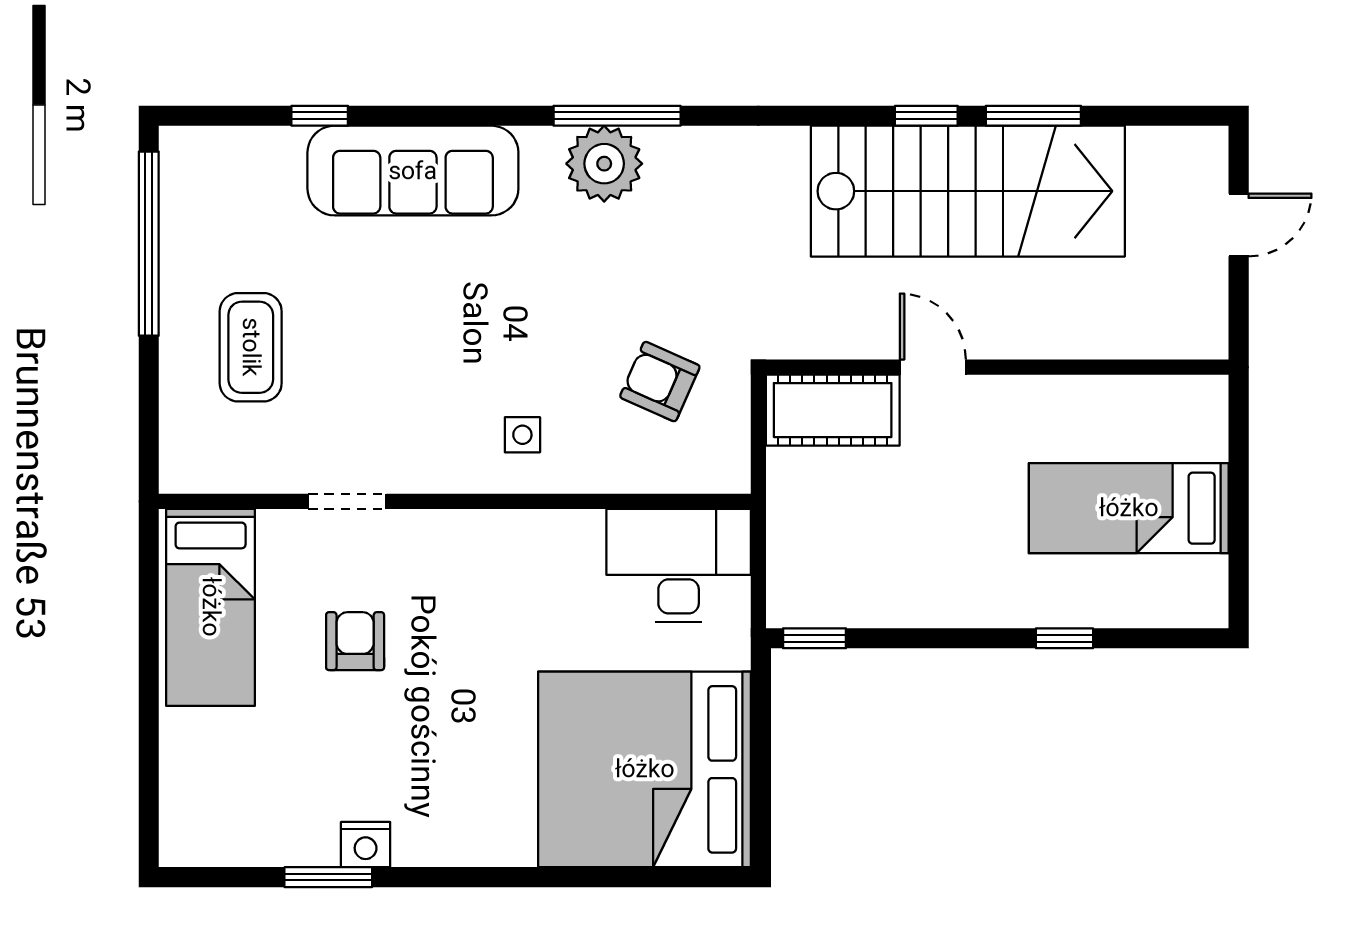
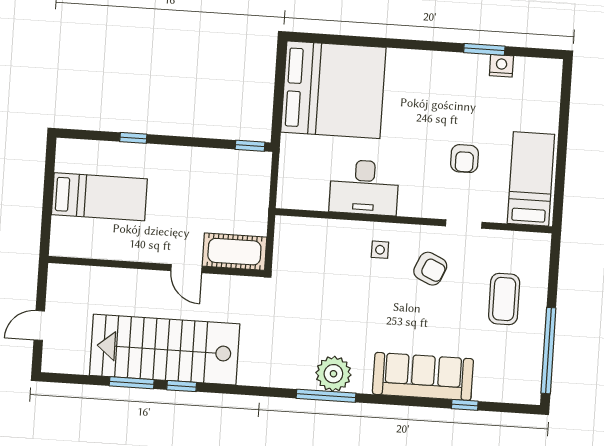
armchair: (660, 382) -> (430, 269), moved
desk: (679, 566) -> (364, 187), moved
nightstand: (366, 845) -> (501, 66), moved

